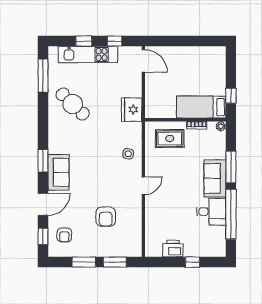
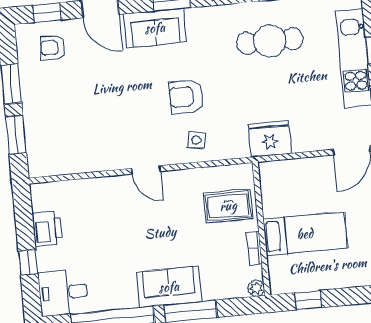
cafe table: (73, 104) -> (270, 41), turned 46
bed: (201, 107) -> (305, 234), moved, turned 90
rug: (170, 139) -> (228, 206), turned 90
desk: (211, 212) -> (63, 293), moved, turned 90
armchair: (106, 217) -> (186, 97), moved

